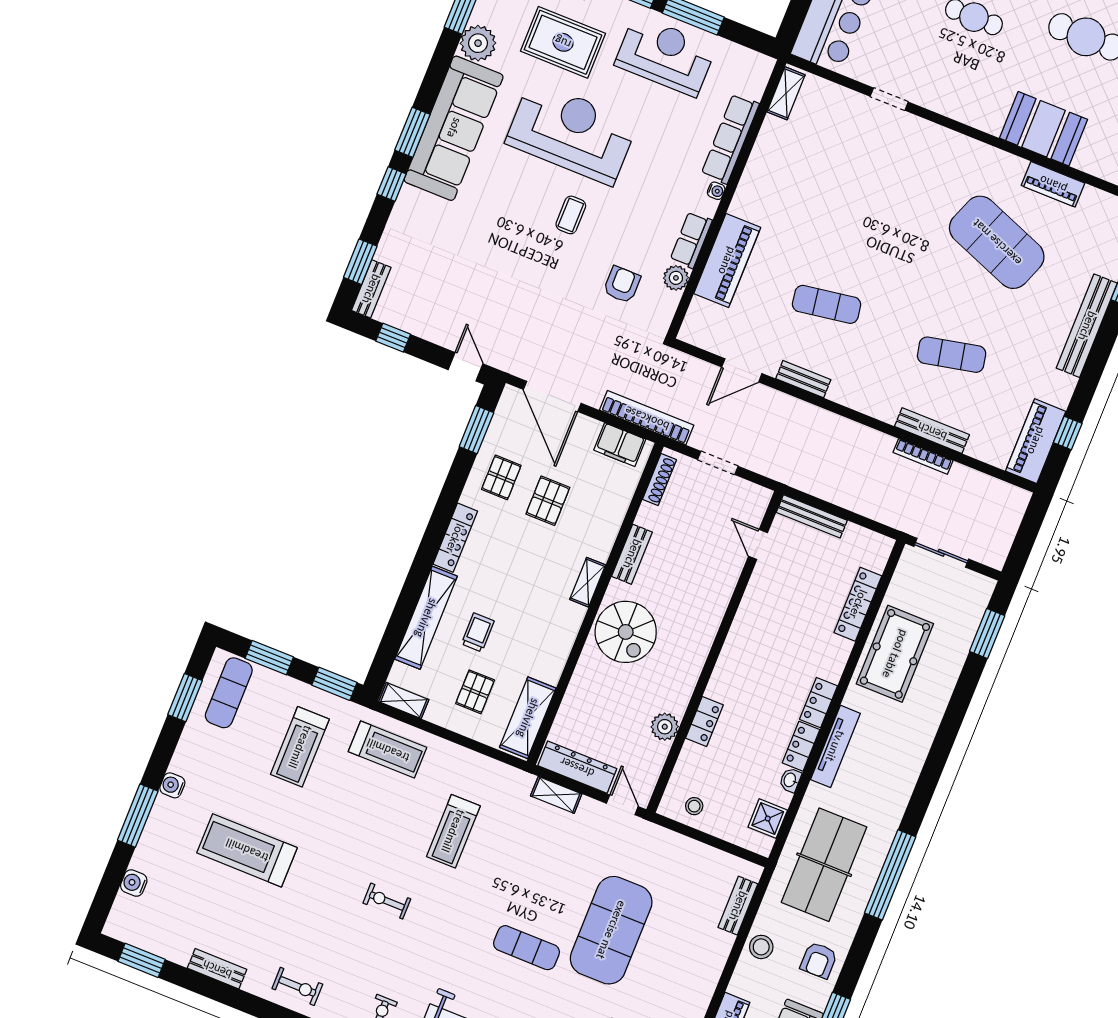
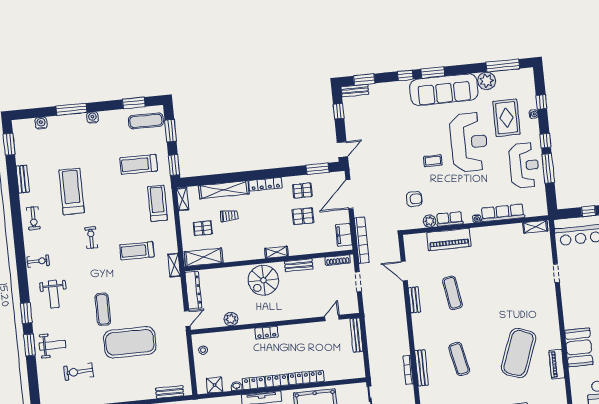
locker: (858, 604) -> (306, 378), moved
locker: (704, 721) -> (267, 333), moved
treadmill: (388, 750) -> (157, 203), turned 180
shelving: (556, 795) -> (174, 265), moved
treadmill: (247, 850) -> (72, 191), moved

